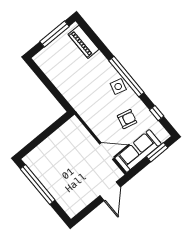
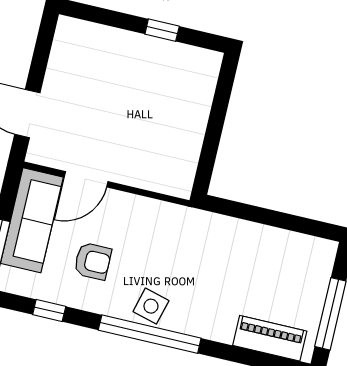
armchair: (127, 119) -> (93, 261), turned -104
window: (38, 185) -> (162, 30), width x0.32

